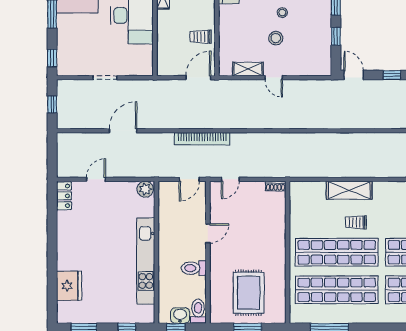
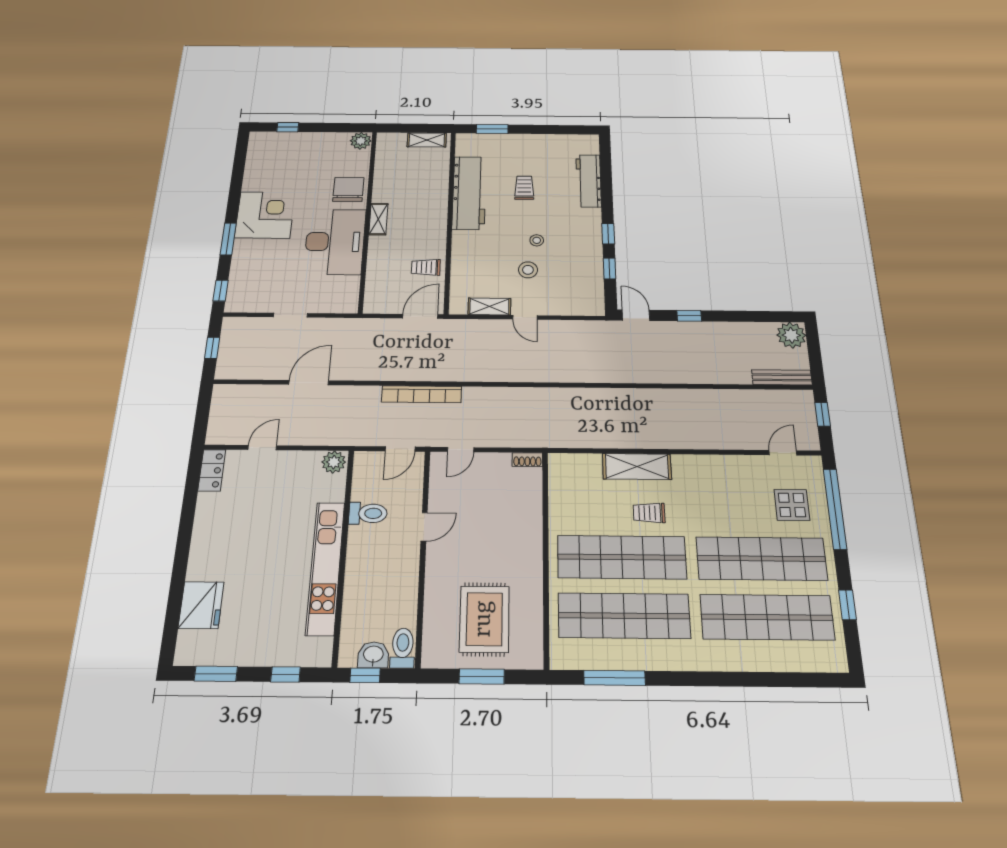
toilet: (194, 268) -> (368, 513), moved, turned 180

